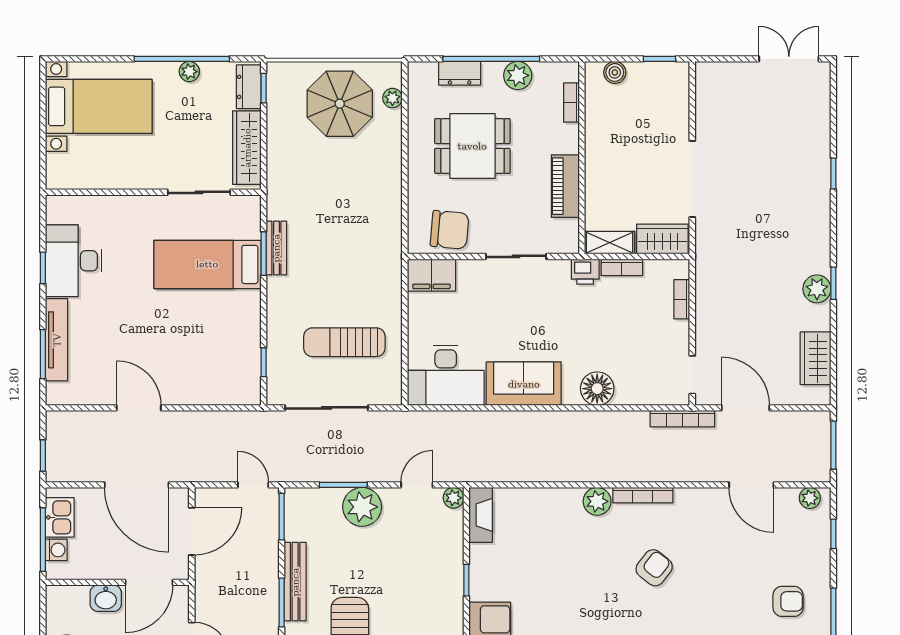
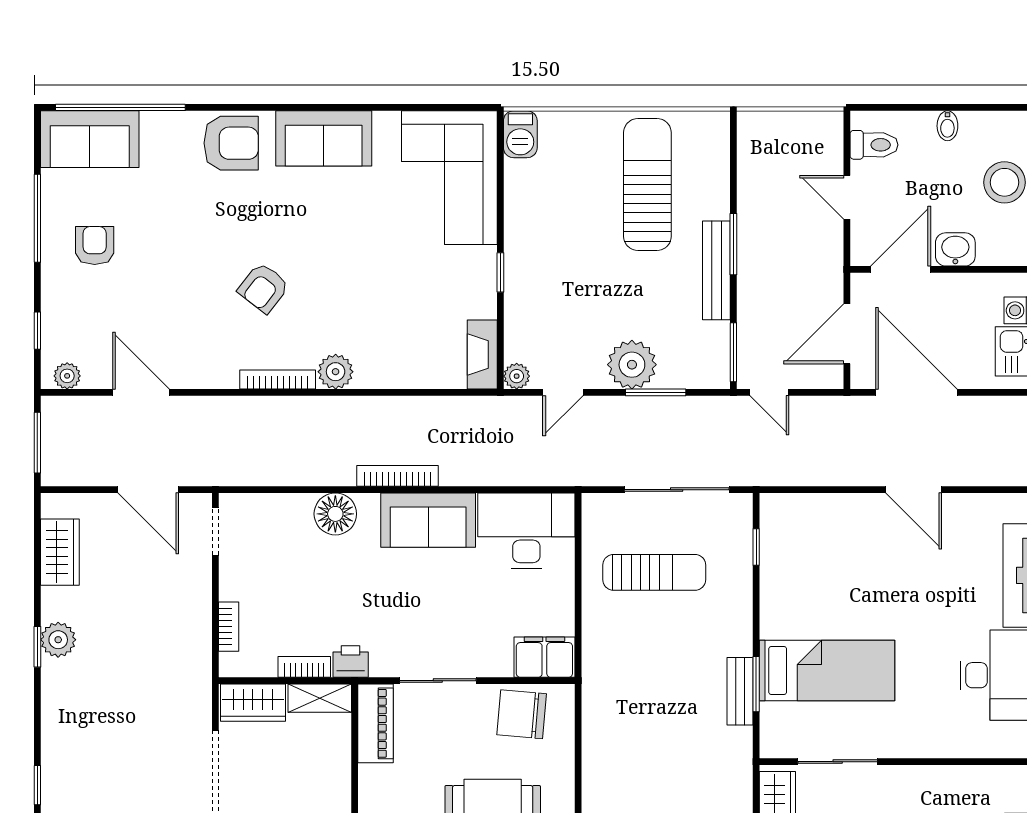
piano: (565, 186) -> (376, 723), moved
bookcase: (682, 419) -> (398, 476), moved
armchair: (788, 601) -> (95, 245), turned 90

